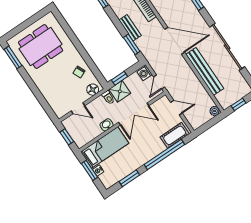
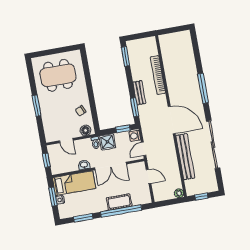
window: (13, 57) -> (37, 106), moved
window: (119, 78) -> (123, 129), moved
cot: (175, 135) -> (119, 202), moved

